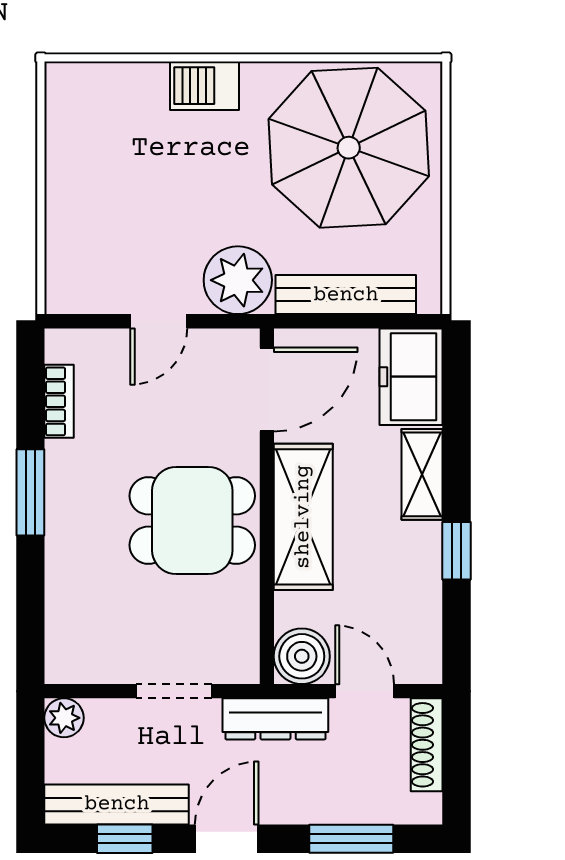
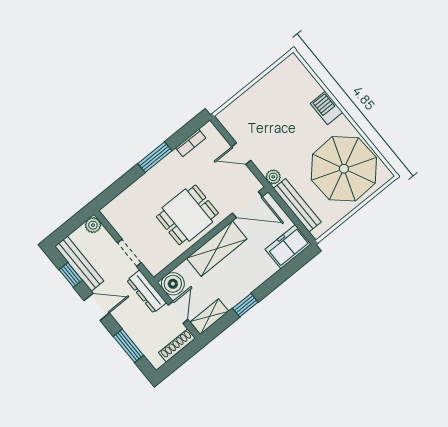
plant: (238, 280) -> (273, 177), width x0.53, depth x0.53
shelving: (422, 474) -> (209, 317), moved
dining table: (192, 521) -> (187, 215), turned 90

